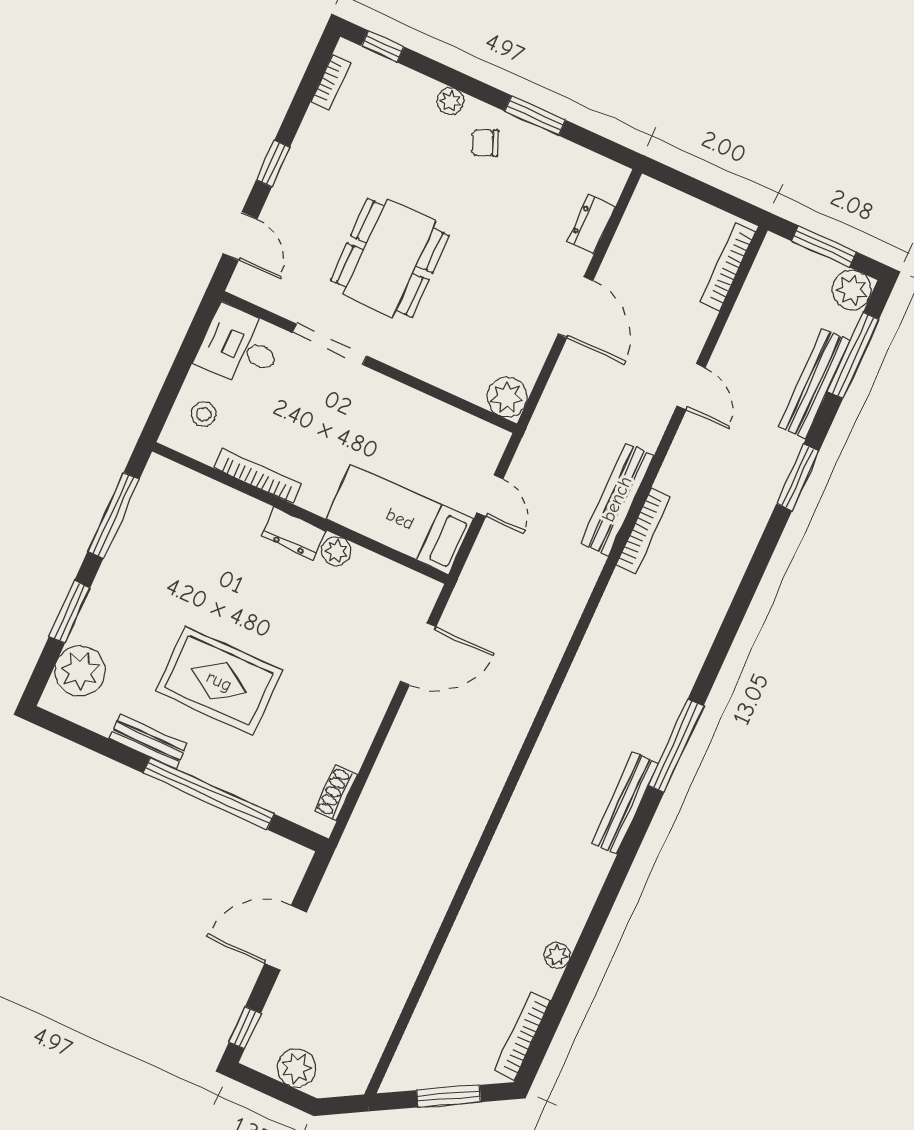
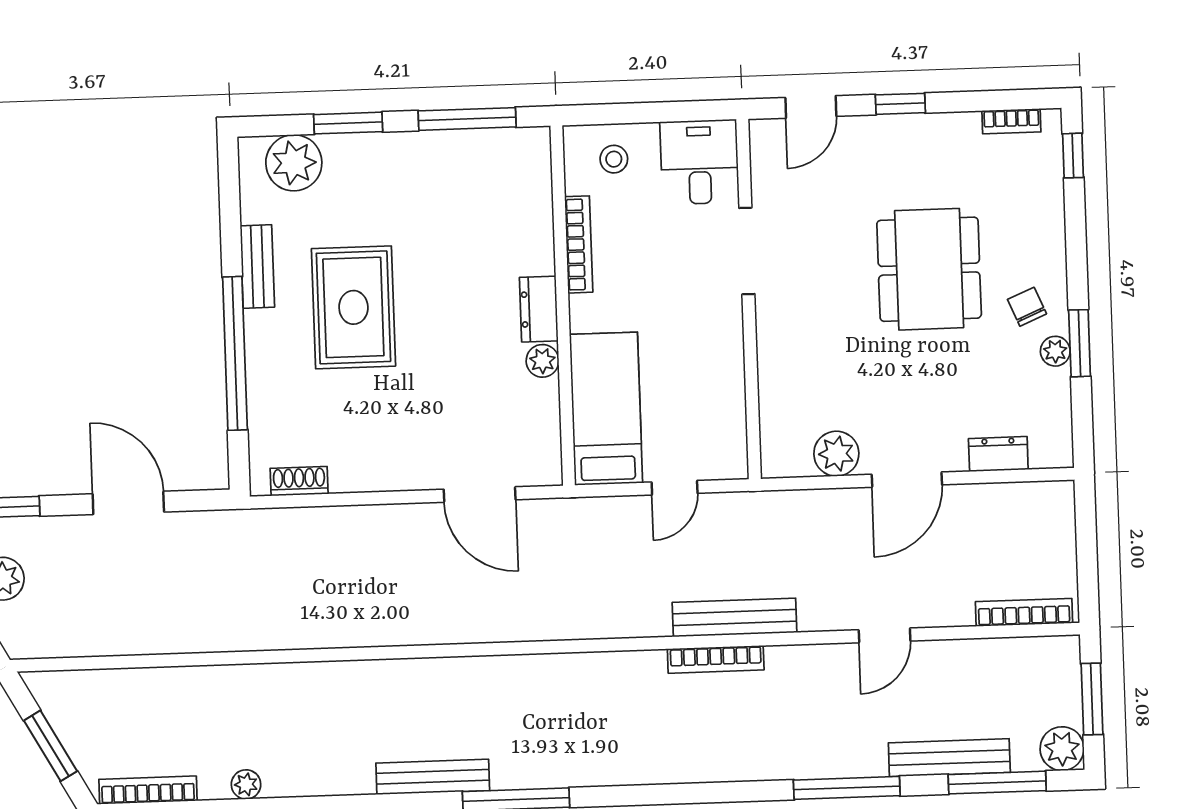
plant: (451, 101) -> (1055, 351), moved
dining table: (390, 258) -> (929, 269), moved, turned 90
plant: (507, 397) -> (836, 454), moved
window: (798, 477) -> (847, 788), width x1.44

